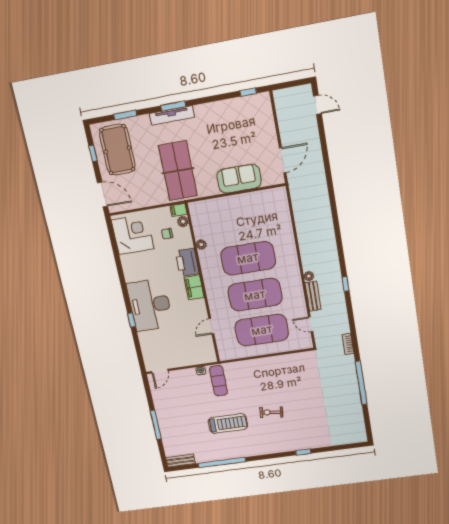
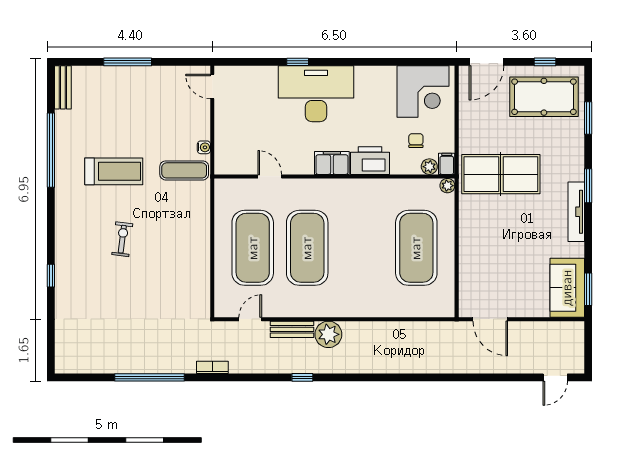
window: (248, 92) -> (588, 289), width x1.50
tv unit: (172, 115) -> (576, 212), moved
sofa: (239, 179) -> (567, 288), moved, turned 180
plant: (201, 245) -> (447, 186), moved
exercise mat: (248, 258) -> (416, 248), moved
plant: (309, 276) -> (328, 334), width x1.87, depth x1.87
treadmill: (228, 423) -> (114, 171), turned -90

